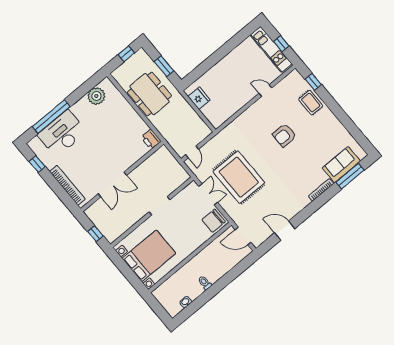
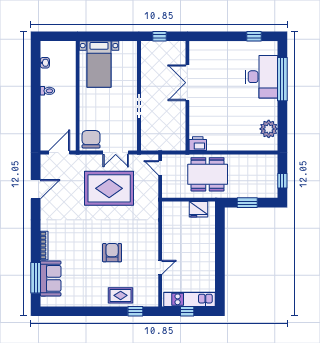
dining table: (150, 94) -> (208, 174), moved
bookcase: (67, 185) -> (217, 46), removed
bed with nightstands: (149, 256) -> (99, 64), width x0.73

